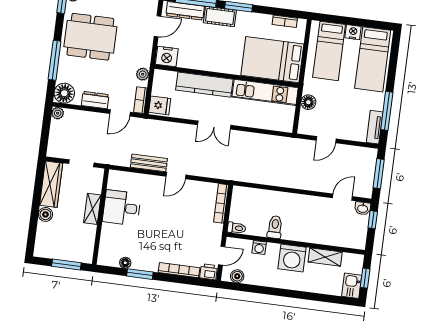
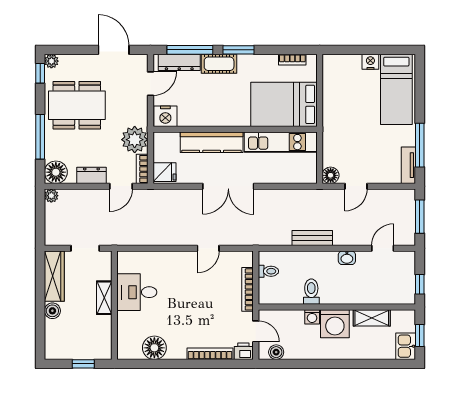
bed: (329, 51) -> (346, 86), removed
plant: (143, 74) -> (135, 140), width x1.87, depth x1.87
floor lamp: (308, 102) -> (331, 175), moved
double door: (214, 125) -> (228, 186), width x1.37
bench: (149, 163) -> (312, 238), moved
door: (176, 176) -> (208, 248), moved
bookcase: (221, 203) -> (248, 289), moved
washbasin: (363, 208) -> (347, 258), moved
window: (373, 220) -> (420, 284), moved
toilet: (237, 228) -> (268, 271), moved
washing machine: (259, 248) -> (312, 317), moved
door: (222, 256) -> (256, 331), hinge flipped
floor lamp: (125, 263) -> (154, 348), width x1.89, depth x1.89
window: (66, 265) -> (83, 364), width x0.67
window: (140, 274) -> (167, 364), removed

